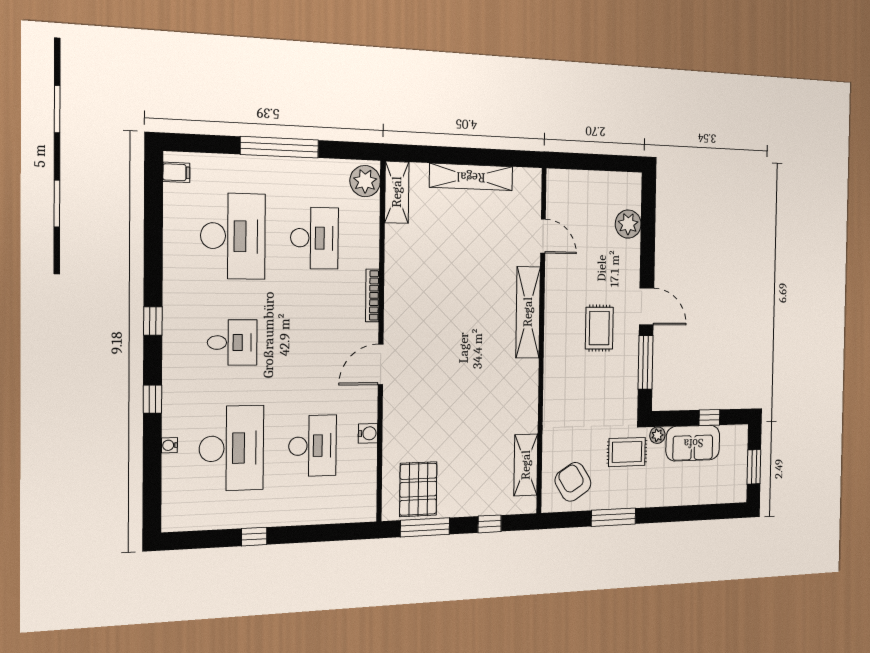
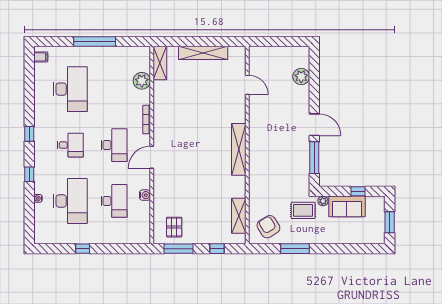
plant: (365, 181) -> (142, 81), moved
desk: (314, 238) -> (114, 145), moved
shelving: (528, 312) -> (239, 149), moved
rug: (599, 328) -> (284, 137), removed
pallet: (418, 489) -> (174, 227), width x0.67, depth x0.71

